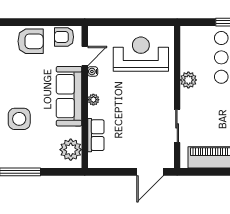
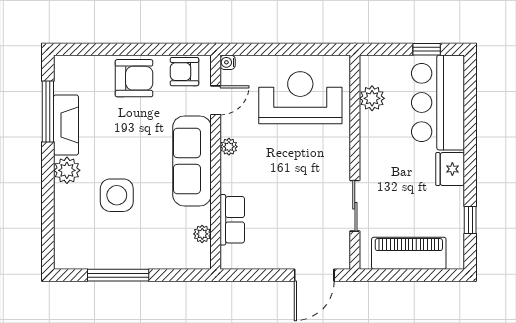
water cooler: (93, 71) -> (228, 62), moved
plant: (188, 80) -> (372, 98), moved
plant: (93, 100) -> (229, 147), moved
plant: (71, 150) -> (202, 234), width x0.53, depth x0.53

